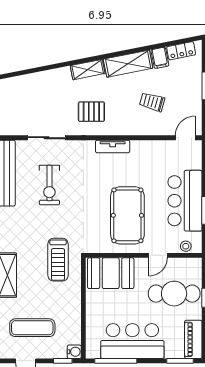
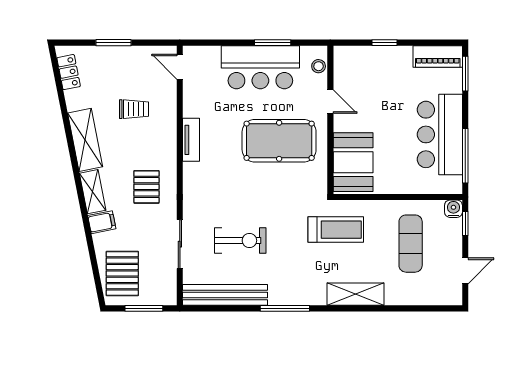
filing cabinet: (160, 58) -> (102, 222), moved
pallet: (24, 93) -> (122, 273), added
trolley: (152, 102) -> (134, 109), turned -106
tv unit: (113, 146) -> (191, 140), moved
cafe table: (174, 294) -> (379, 81), removed
exercise mat: (32, 328) -> (411, 244), moved

